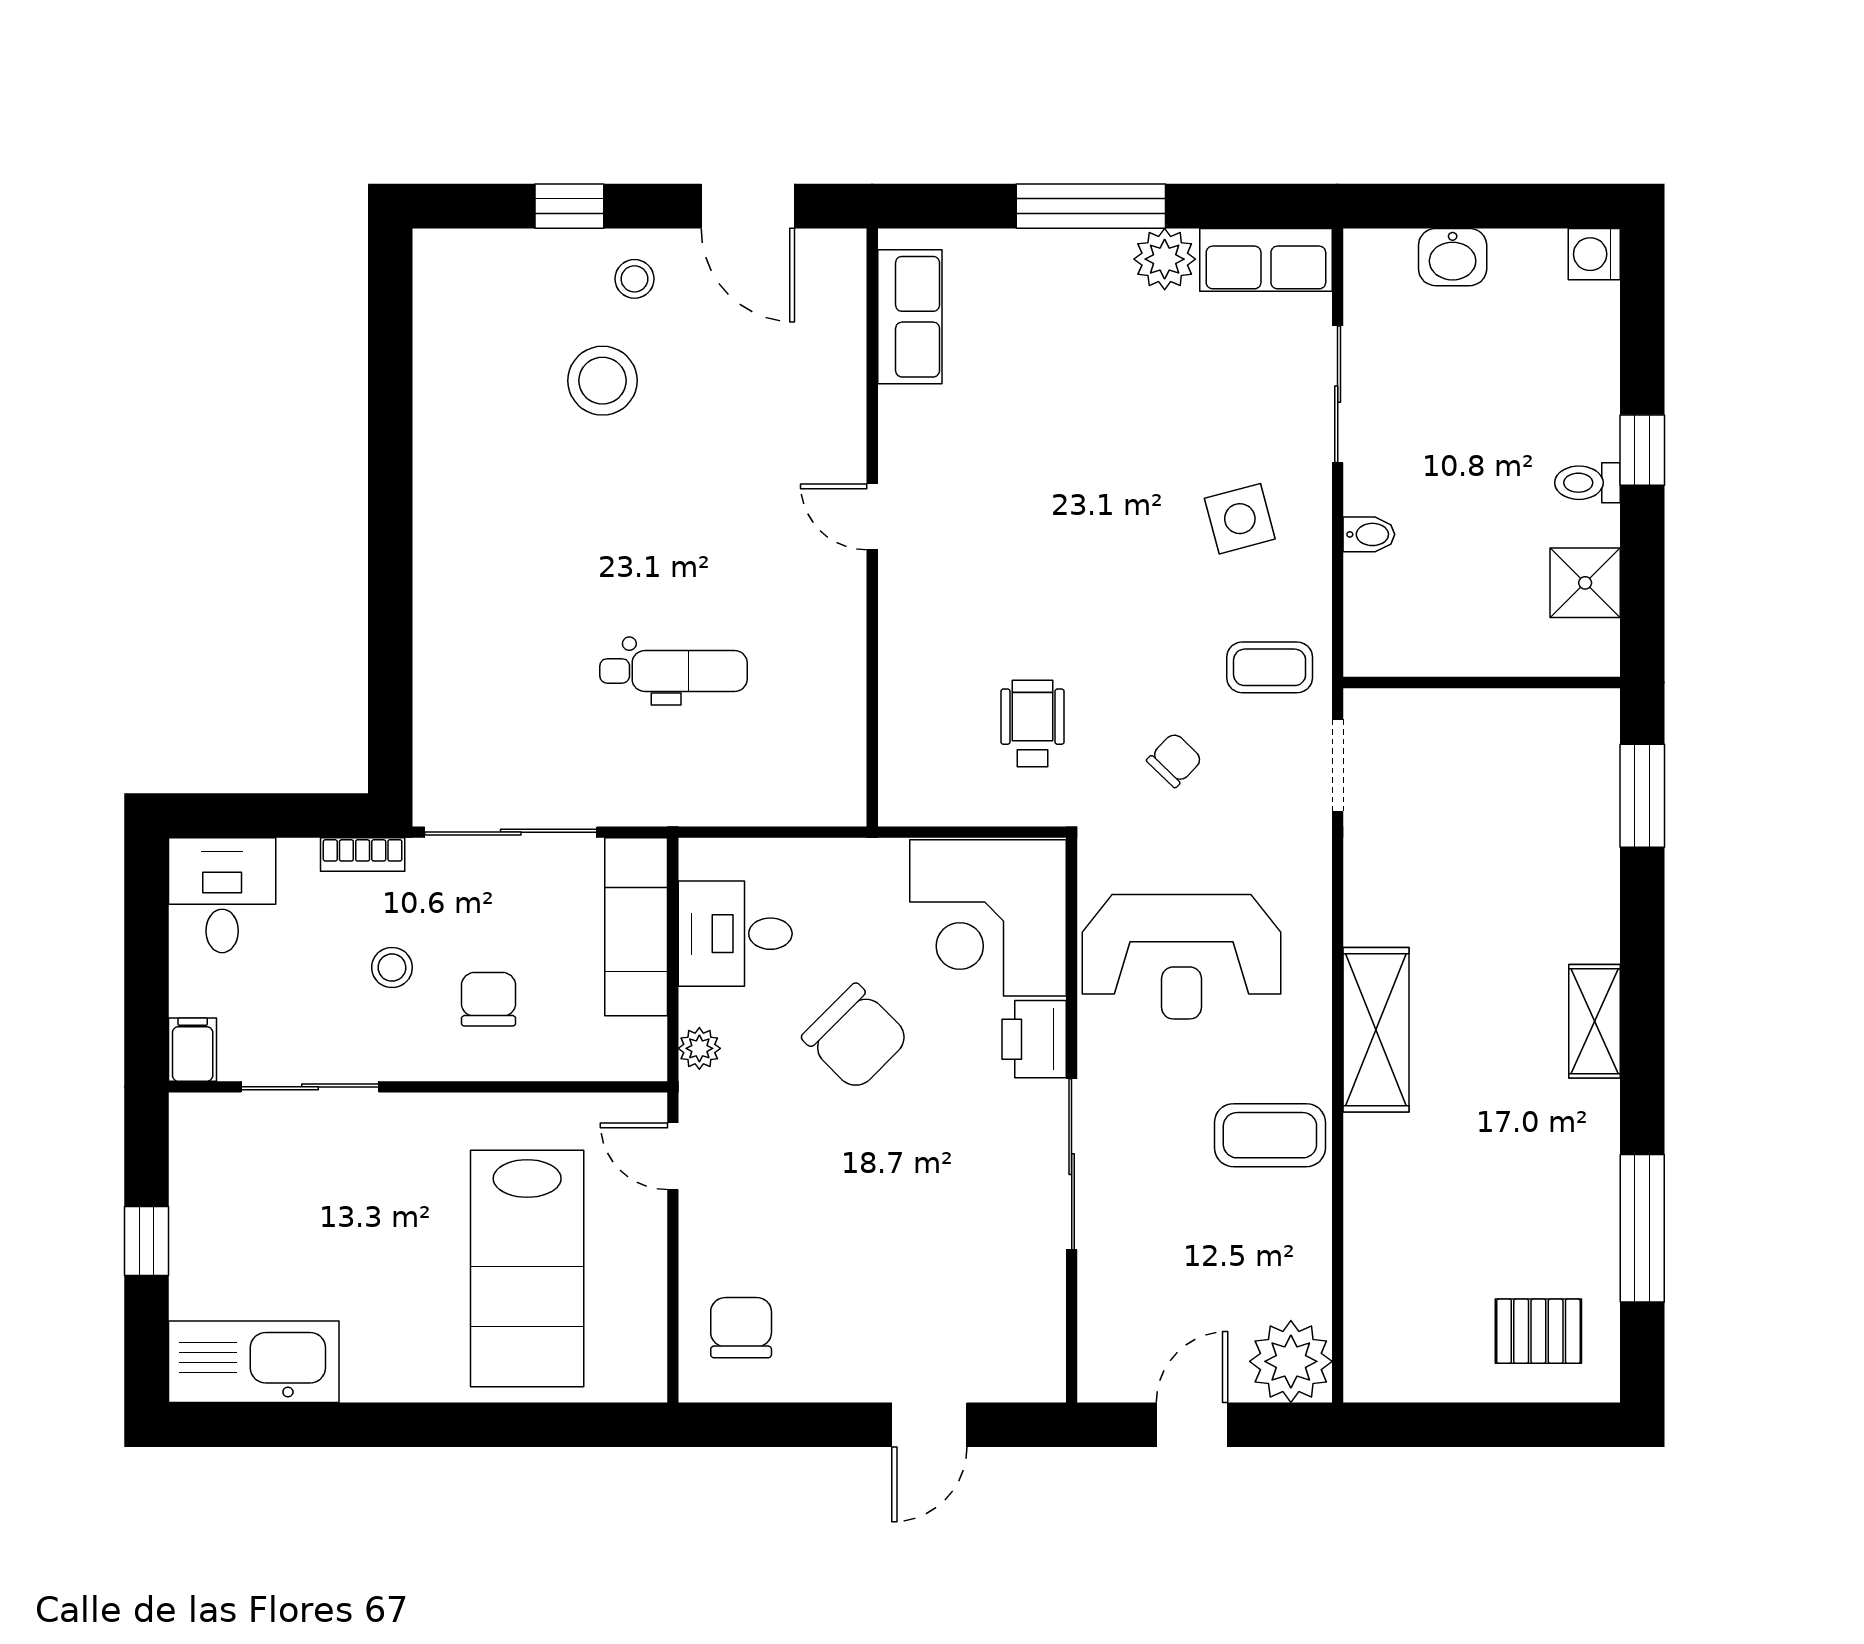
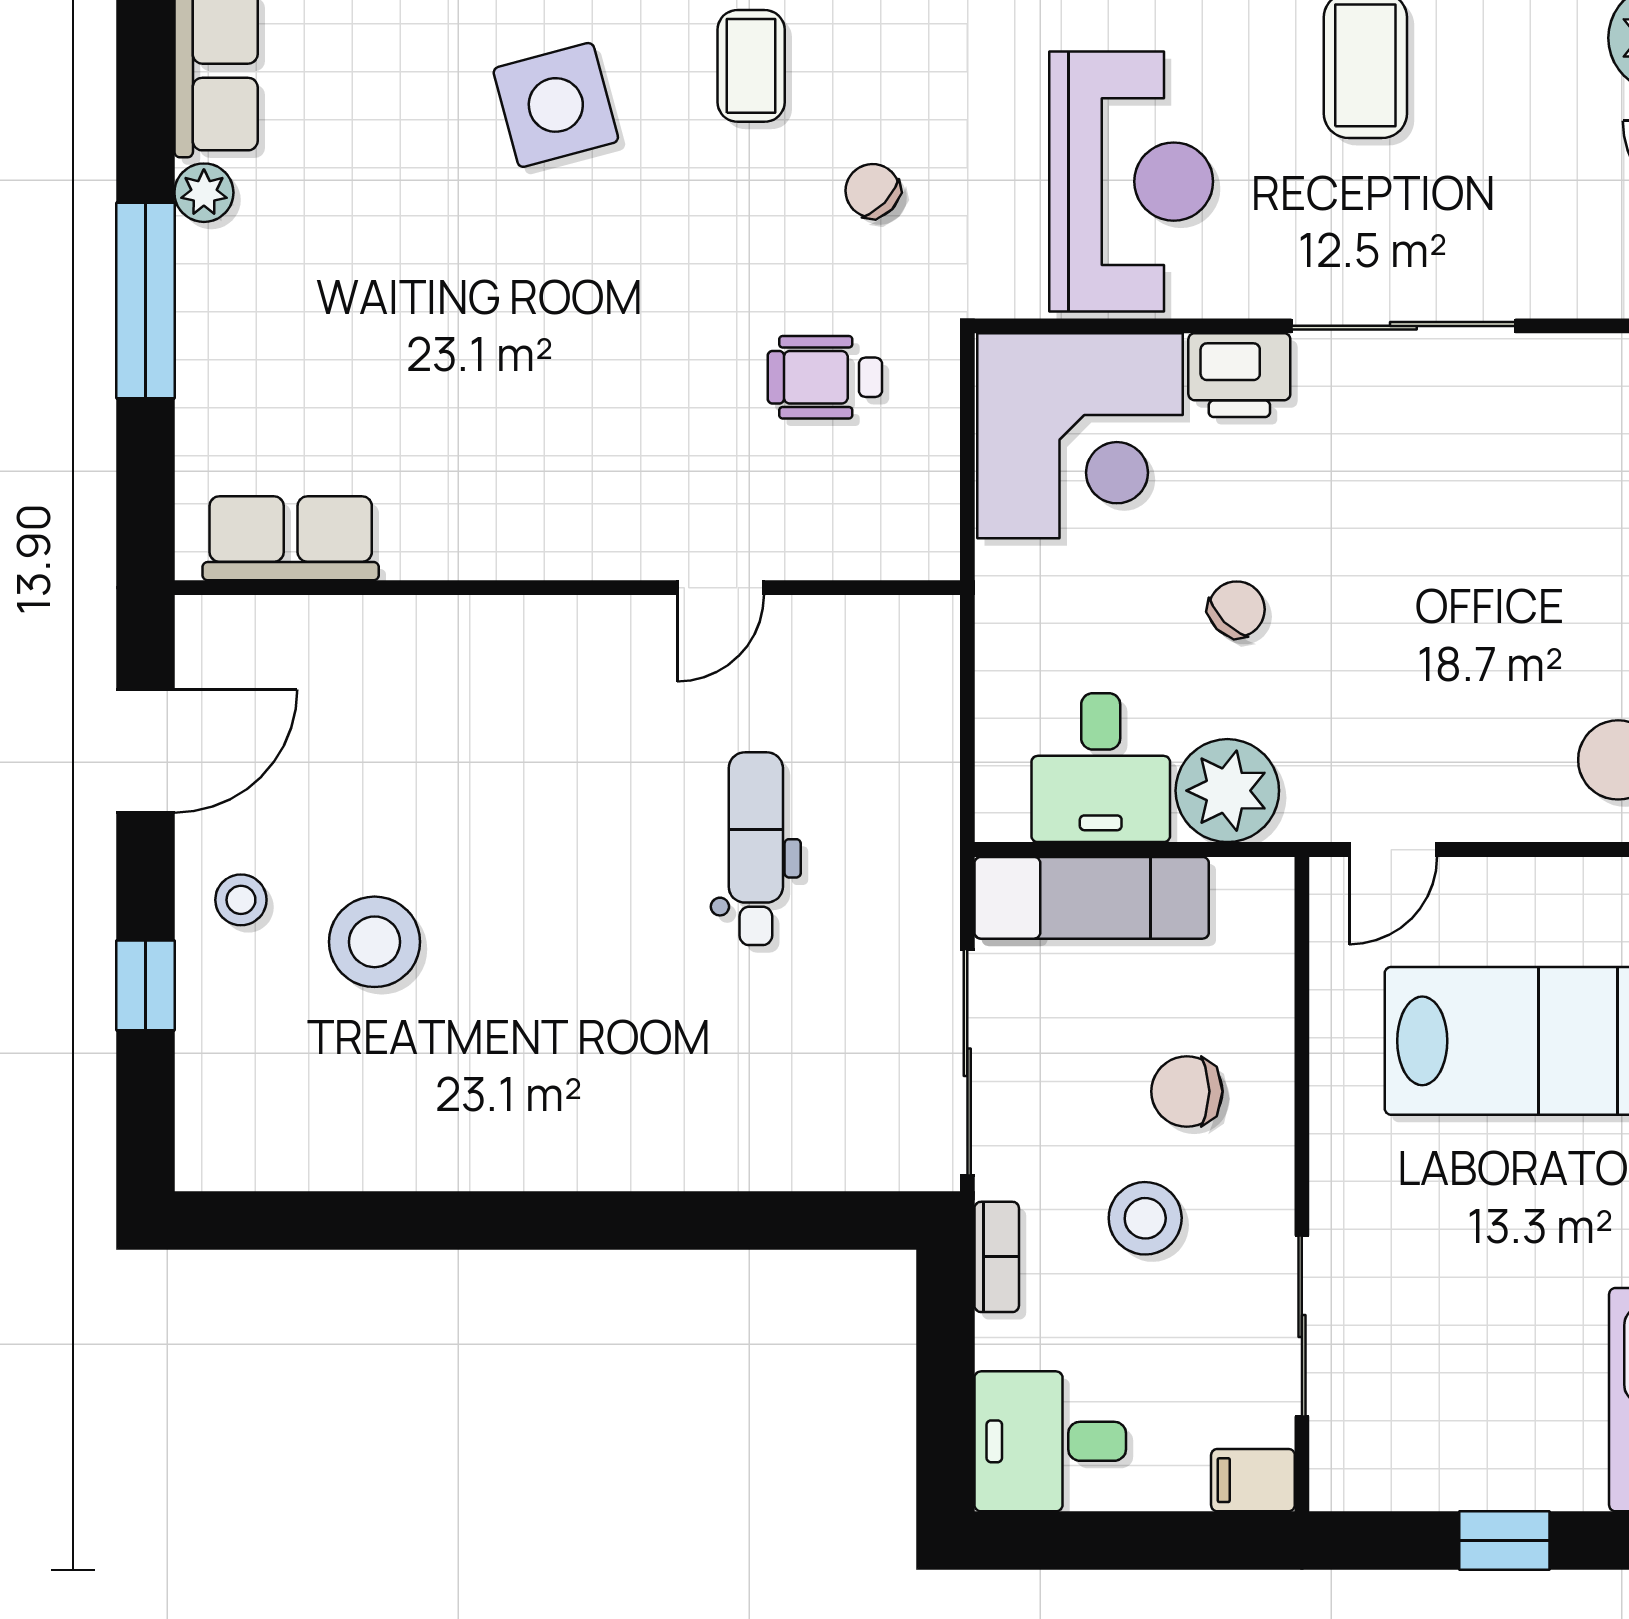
plant: (1165, 259) -> (204, 193), width x0.73, depth x0.73
door: (872, 517) -> (720, 588), moved
side table: (1240, 519) -> (556, 105), width x1.37, depth x1.37
stool: (392, 968) -> (1145, 1218), width x1.37, depth x1.37
chair: (856, 1037) -> (1237, 609), width x0.54, depth x0.54
plant: (699, 1048) -> (1227, 791), width x1.88, depth x1.88

